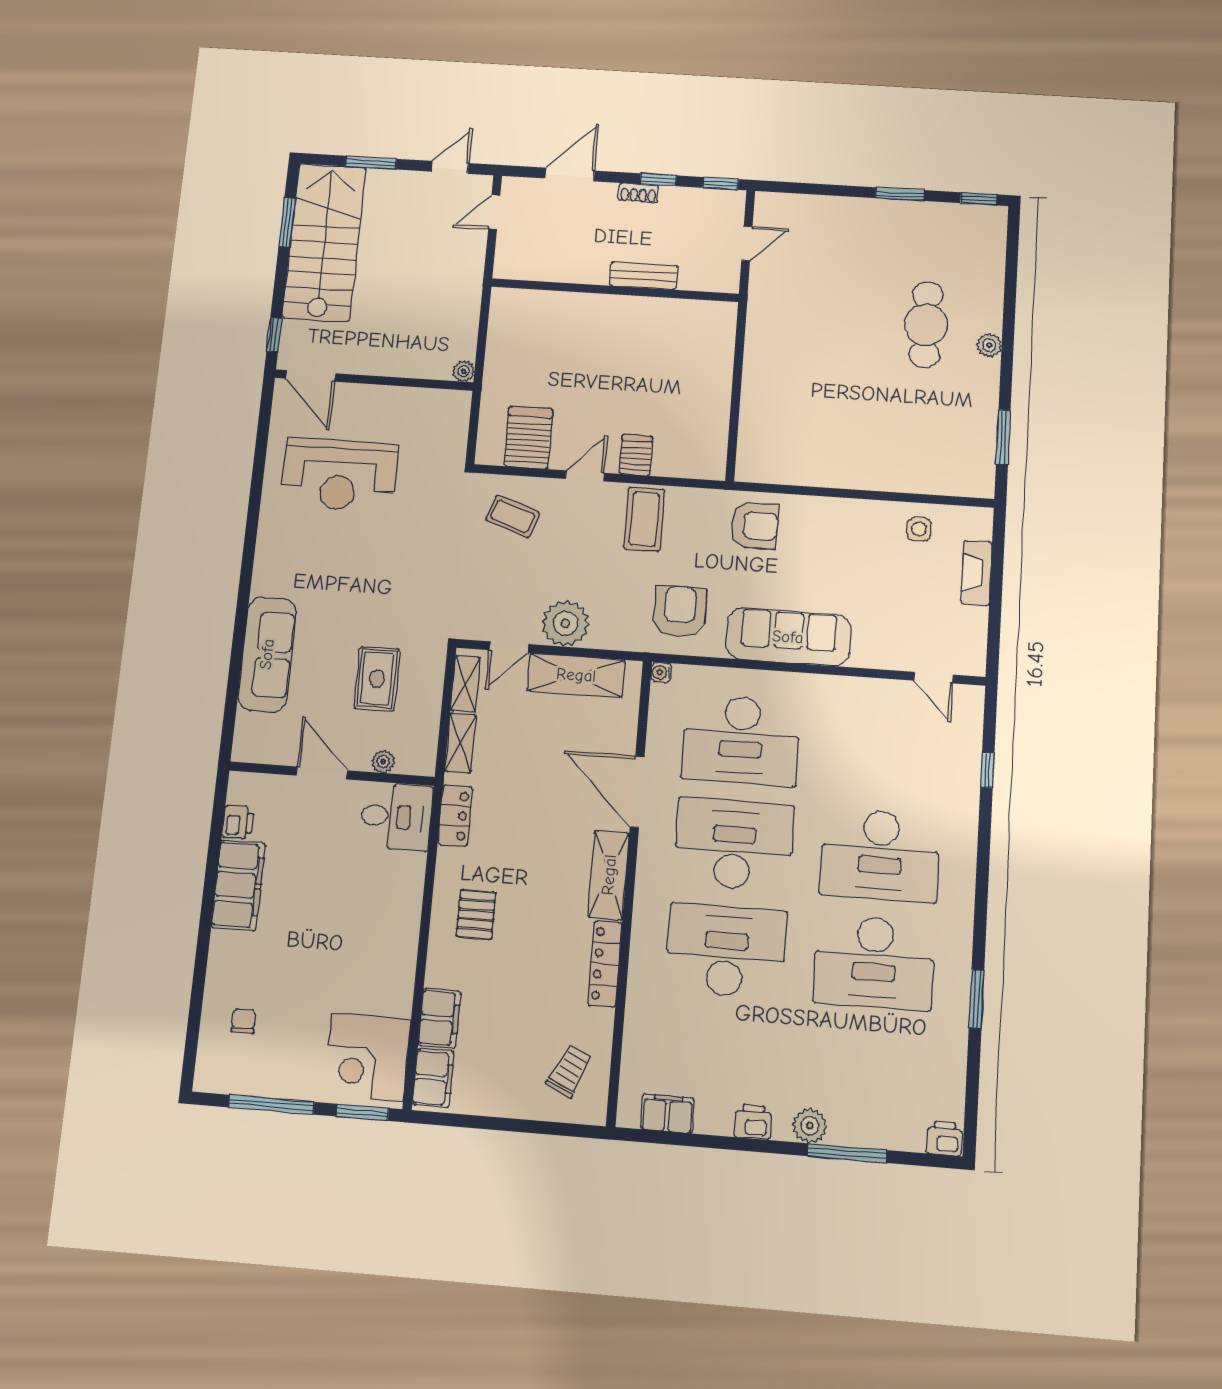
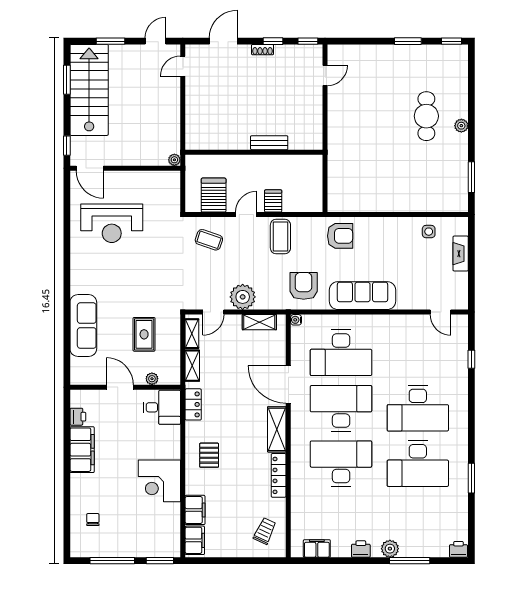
bench: (643, 276) -> (269, 143), moved
wall: (615, 290) -> (254, 152), moved
shelving: (576, 675) -> (259, 322), width x0.67, depth x0.75
corner desk: (367, 1057) -> (159, 481), moved

